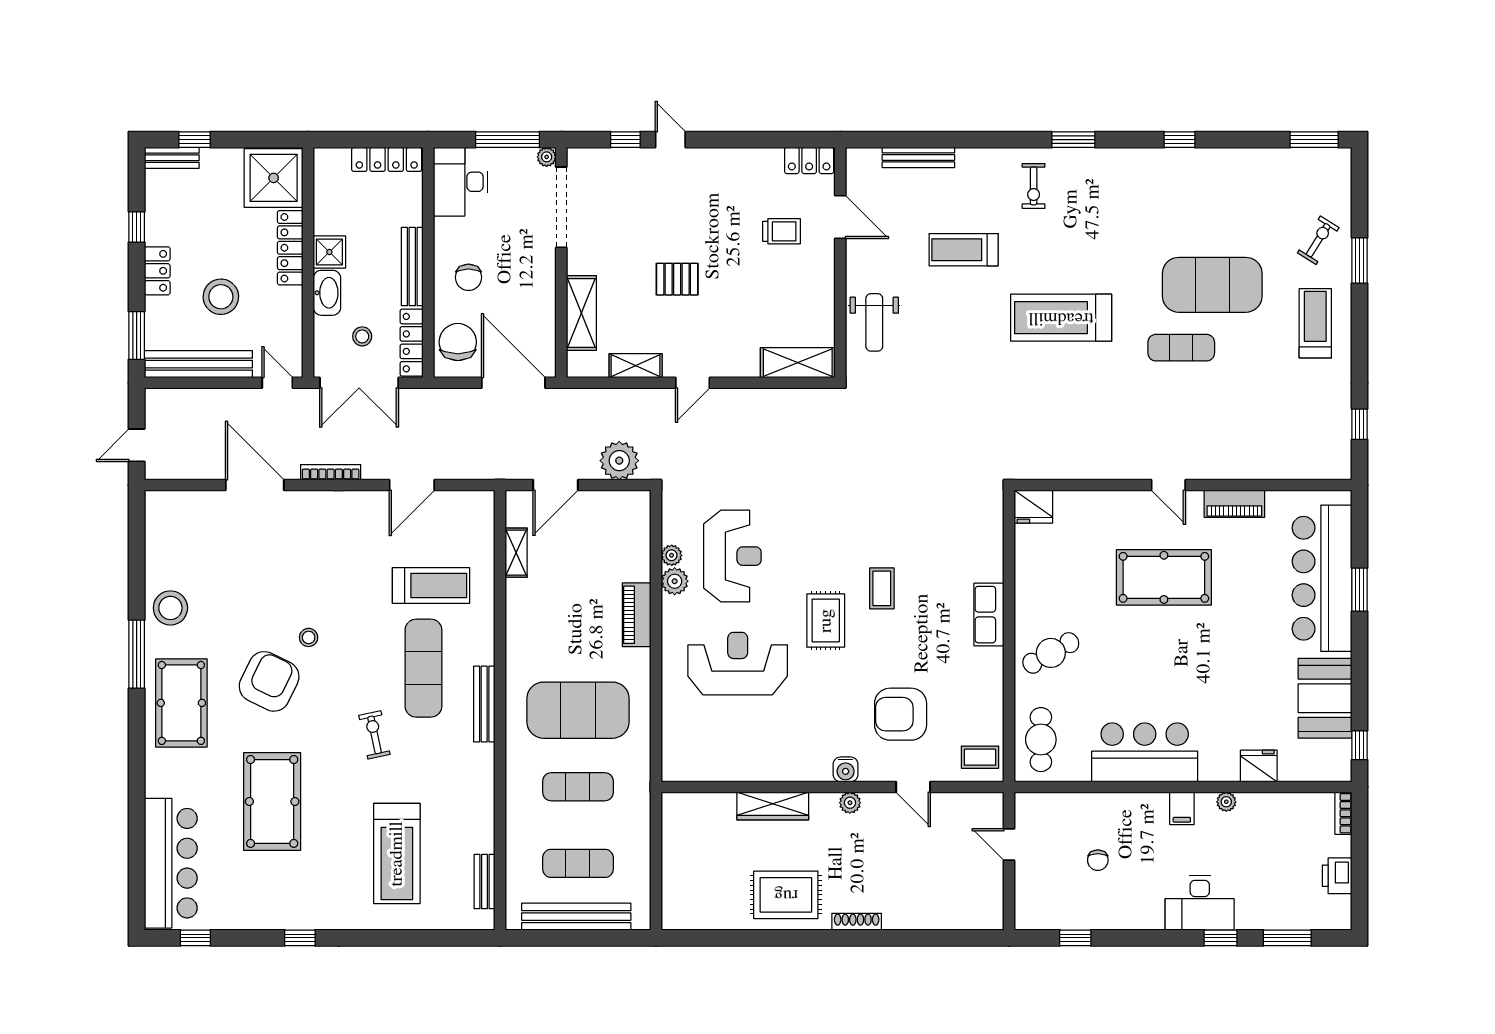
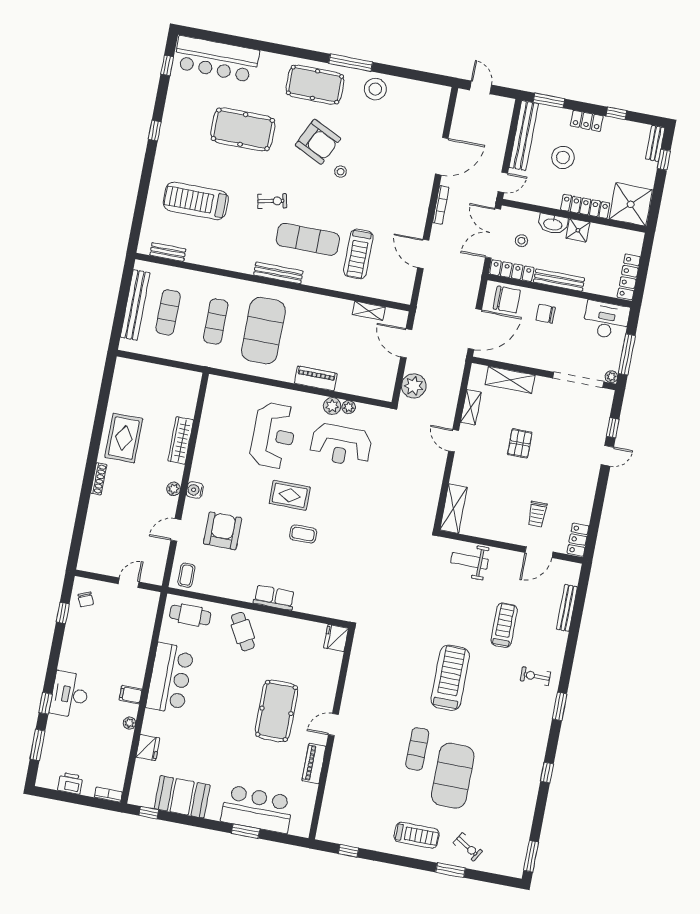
bar counter: (1322, 578) -> (257, 809), width x0.73
chair: (1098, 860) -> (86, 599), moved, turned -112

